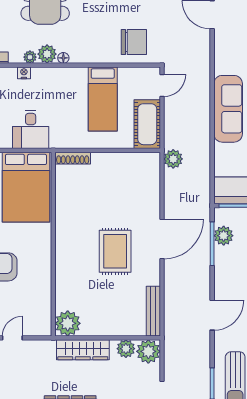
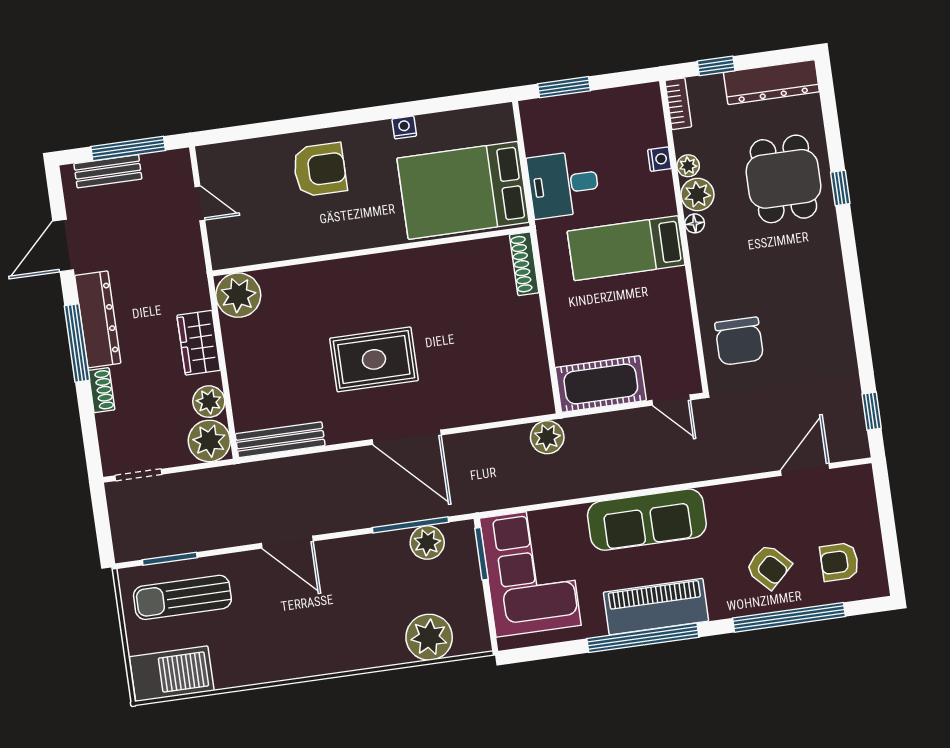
bed: (103, 99) -> (626, 248), moved
wardrobe: (83, 350) -> (199, 343), width x0.67

